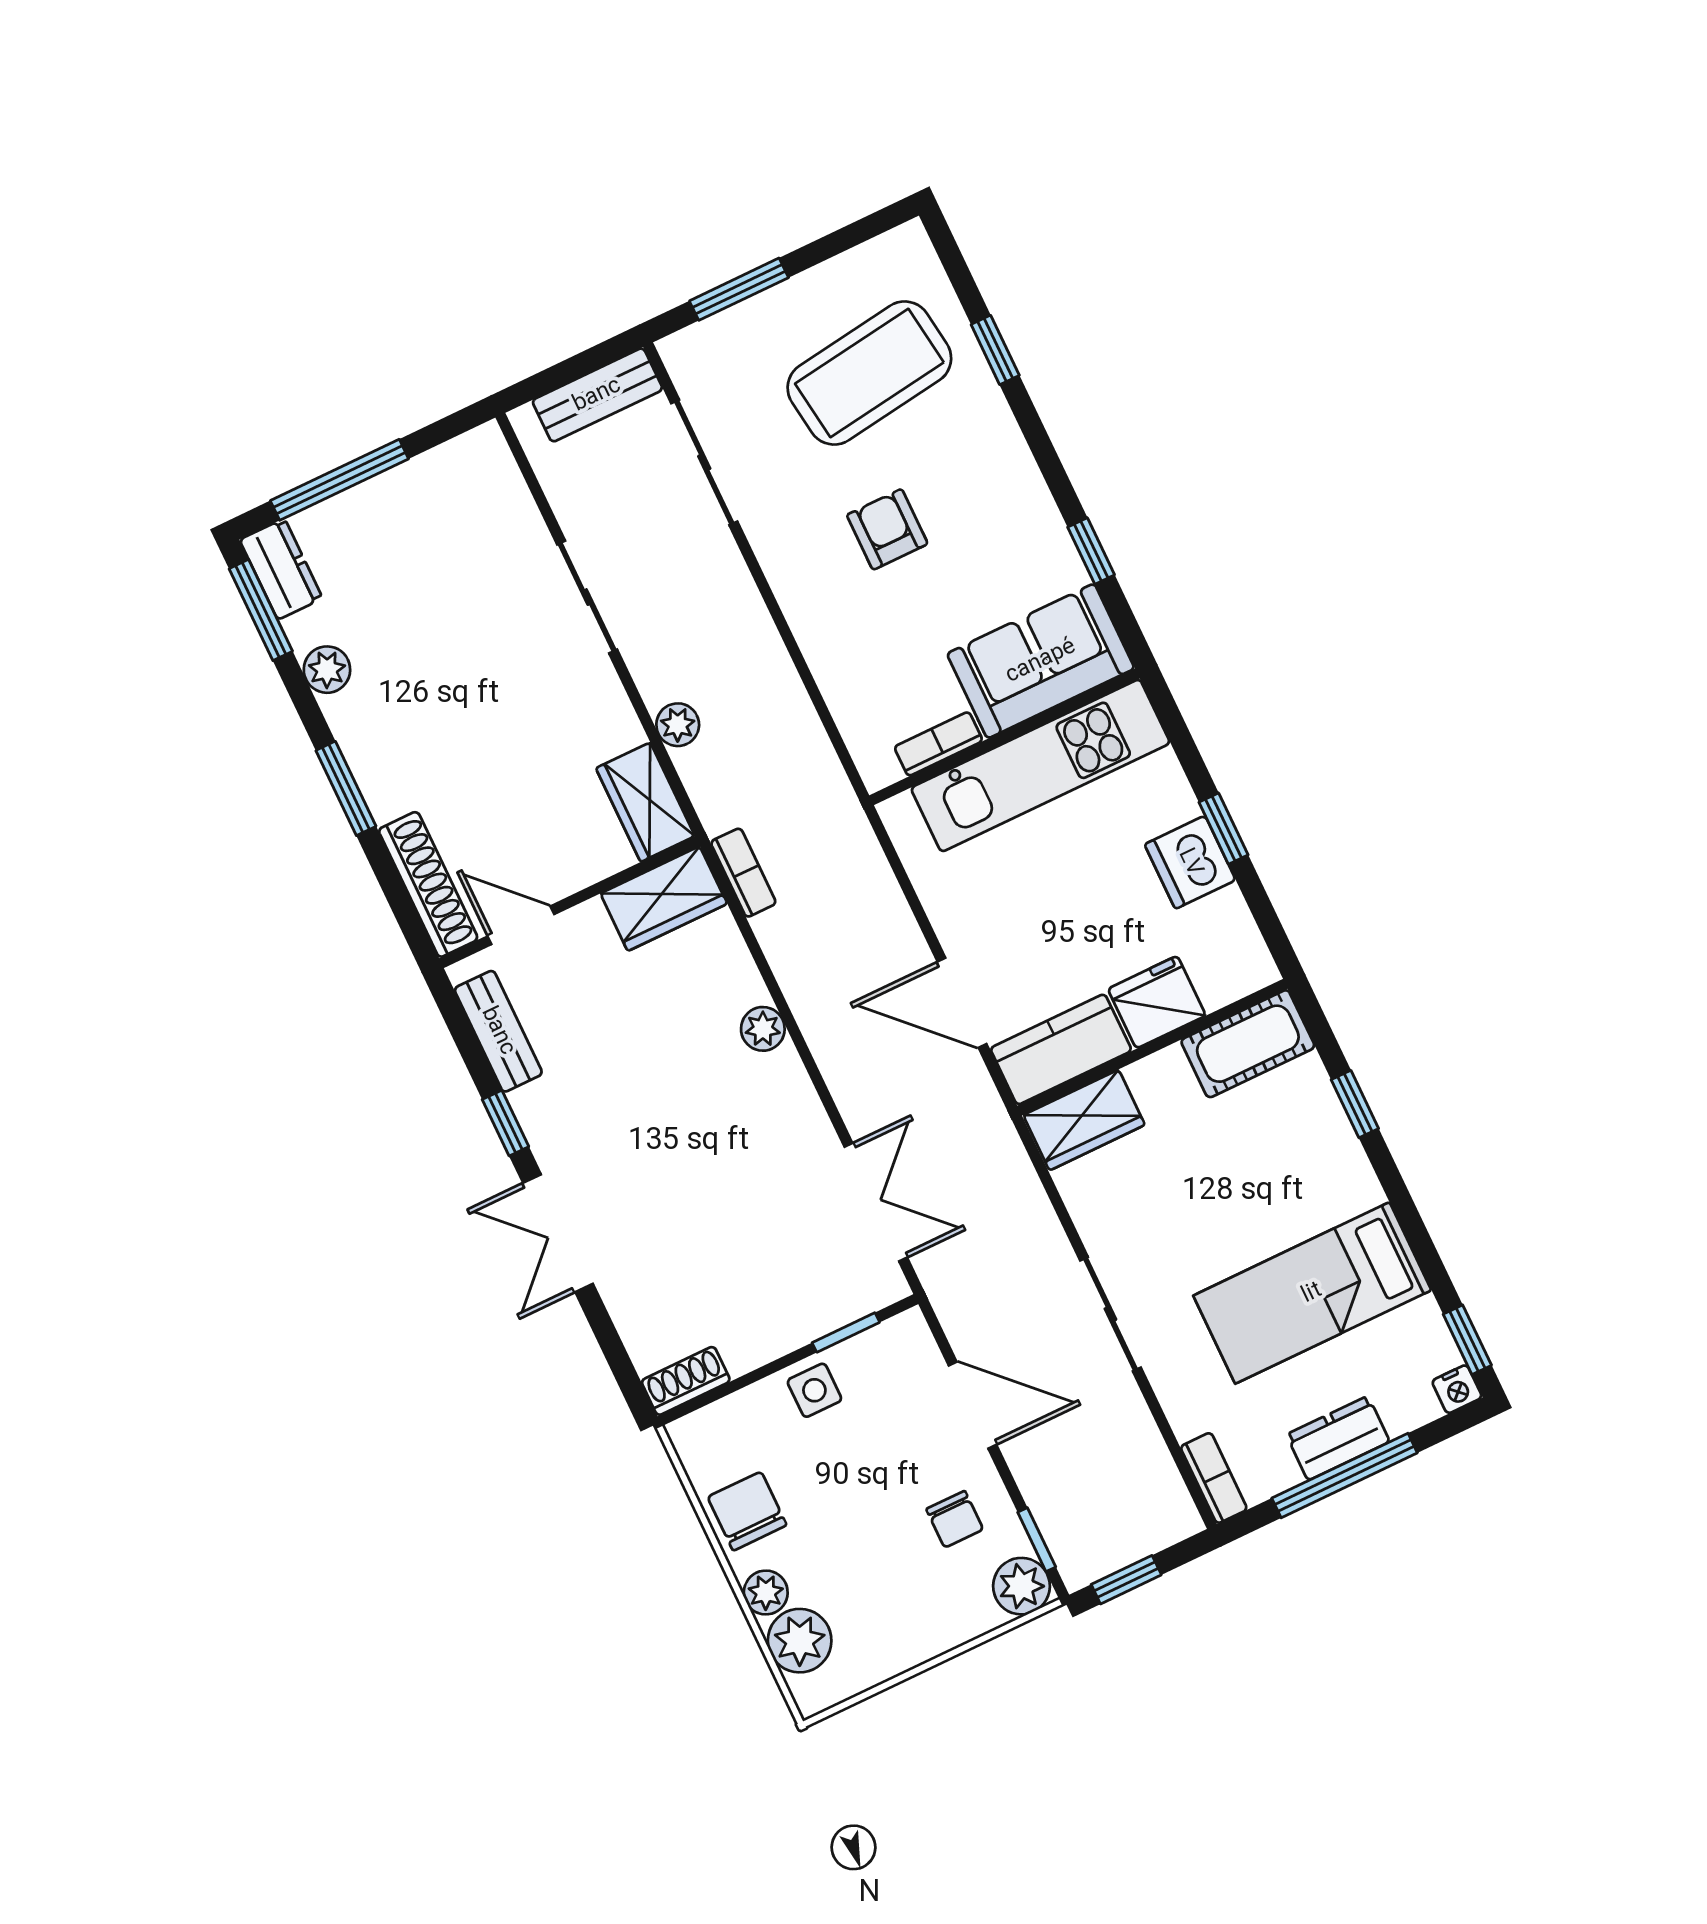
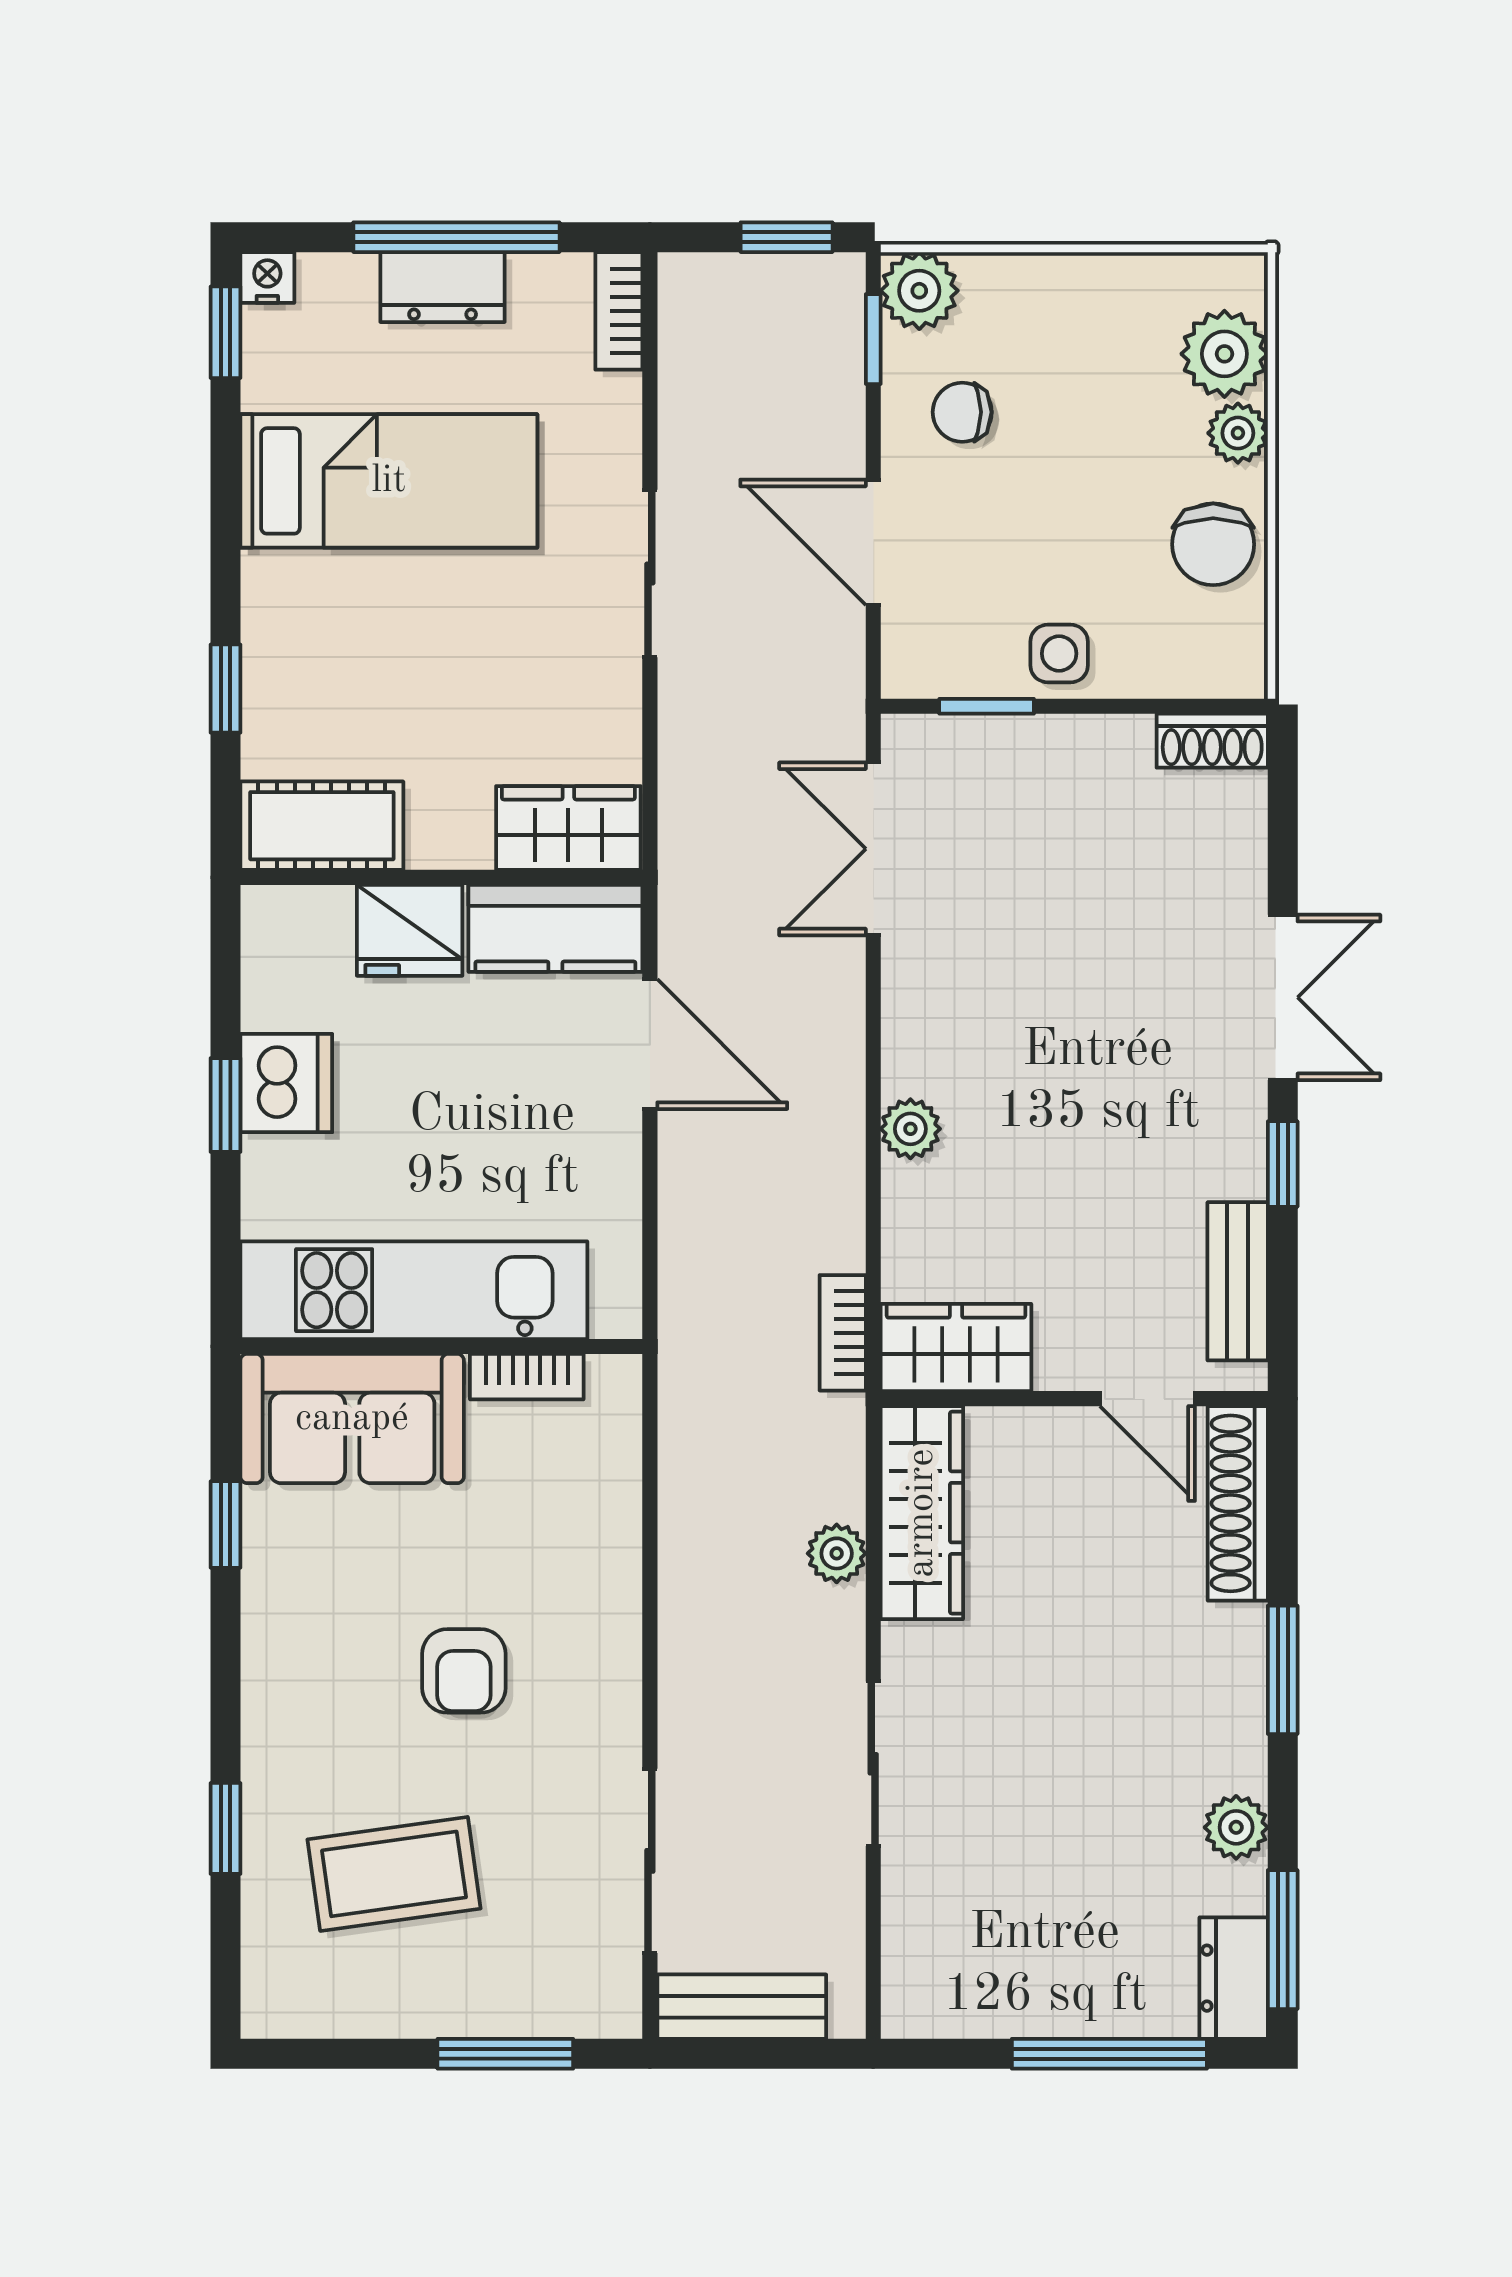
coffee table: (869, 373) -> (394, 1874), width x0.73, depth x0.76
wardrobe: (645, 802) -> (922, 1513), width x1.50
chair: (955, 1519) -> (962, 412), turned -90

